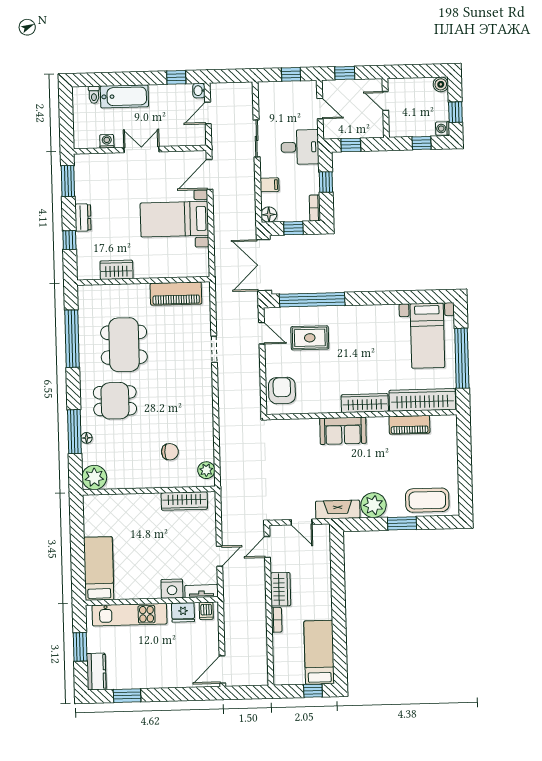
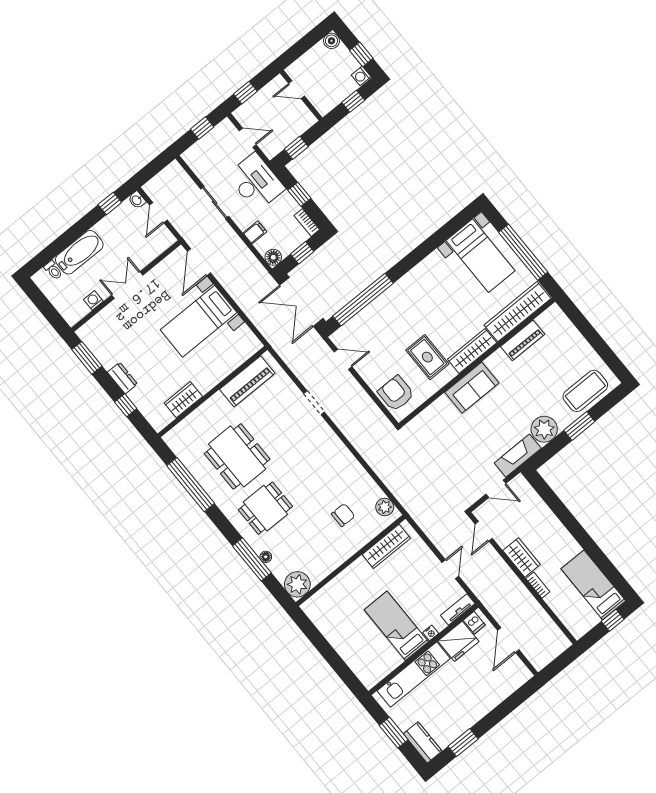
desk: (300, 147) -> (256, 182), width x1.37
rug: (310, 338) -> (427, 357), moved, turned 90
bed: (99, 569) -> (396, 626), moved
nightstand: (172, 589) -> (431, 633), width x0.53, depth x0.56
fridge: (183, 612) -> (458, 641), width x1.36, depth x1.34
door: (222, 669) -> (508, 640), moved

